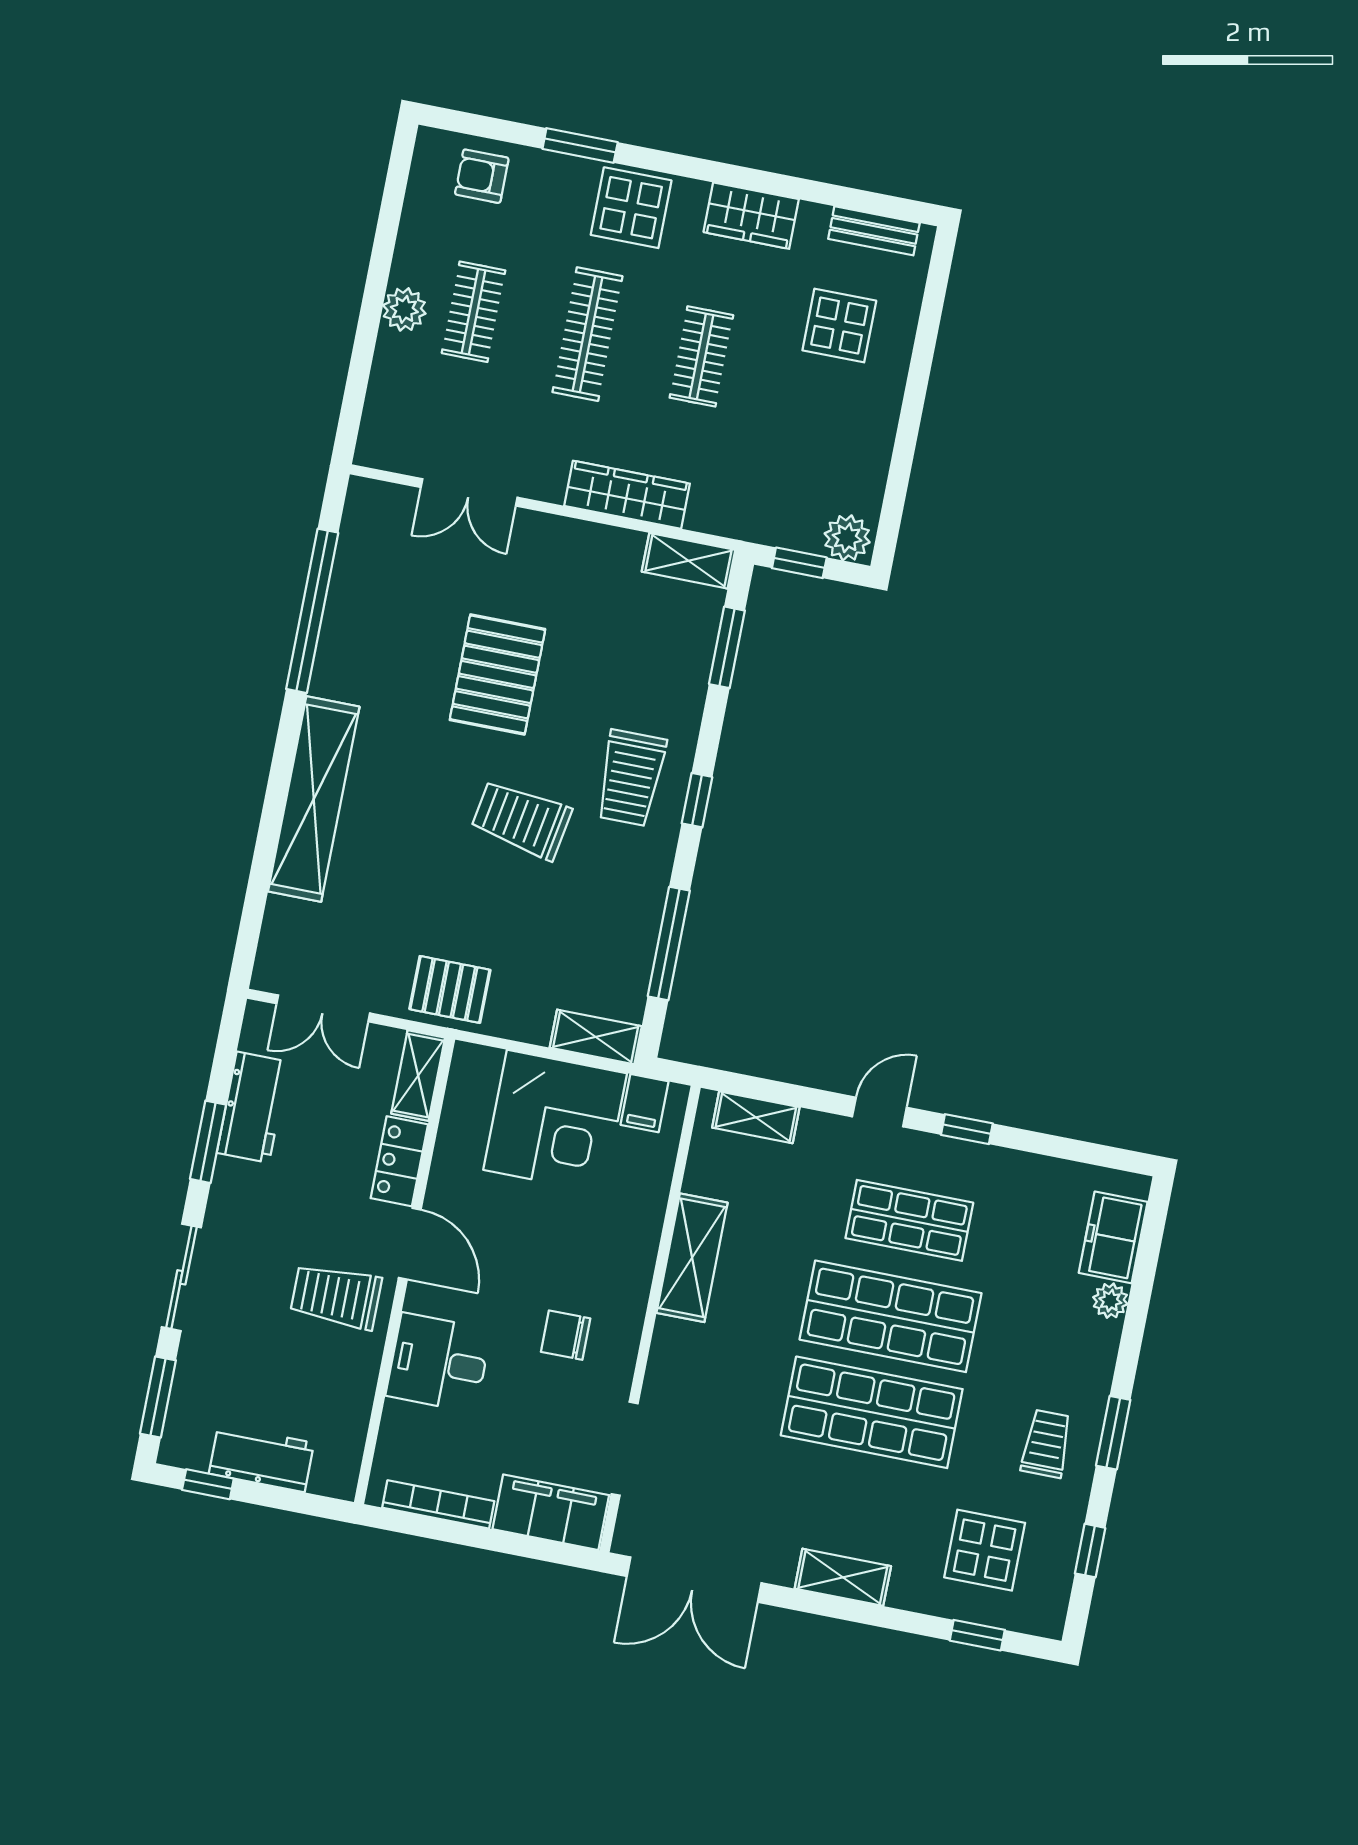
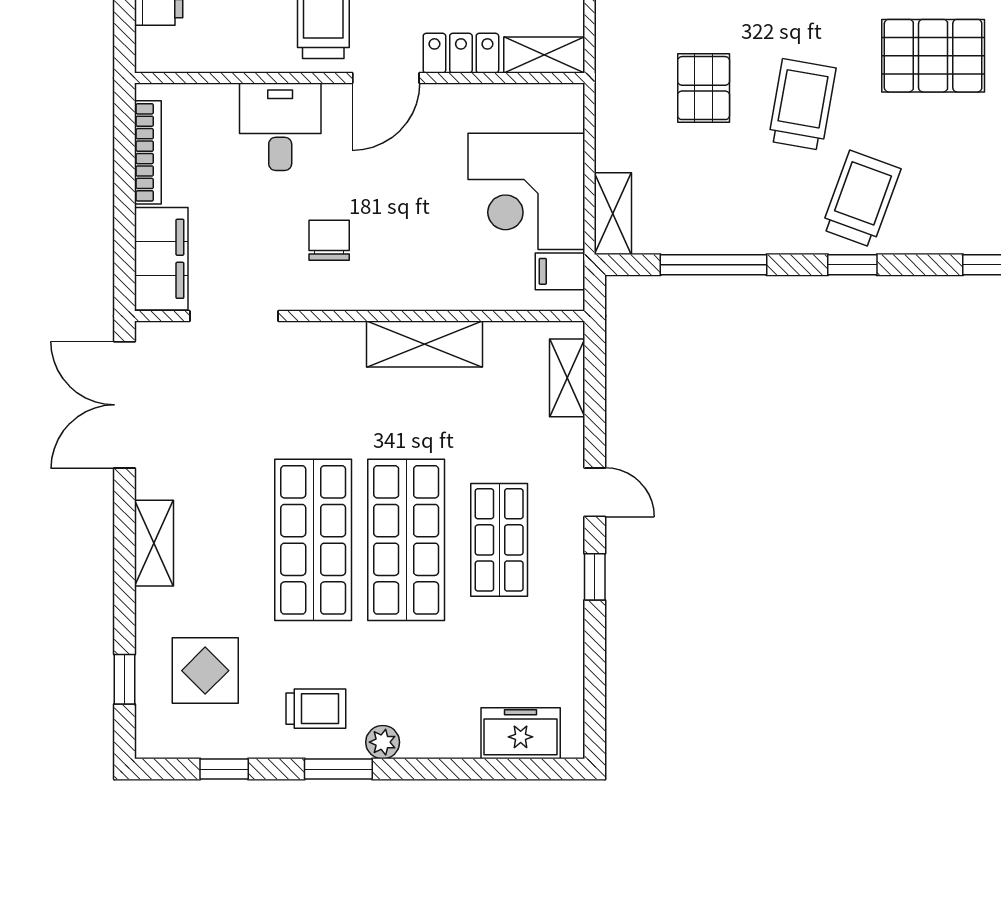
trolley: (631, 778) -> (861, 199), turned 110
pallet: (450, 989) -> (704, 88), moved
plant: (1110, 1301) -> (383, 742), moved

